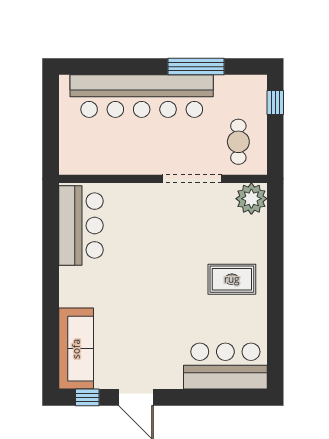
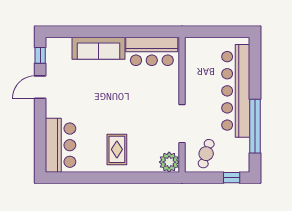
window: (196, 67) -> (255, 126), width x1.46
cafe table: (238, 142) -> (206, 154), turned -73
sofa: (76, 349) -> (98, 48), moved

